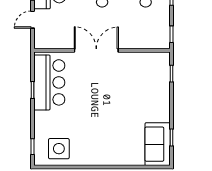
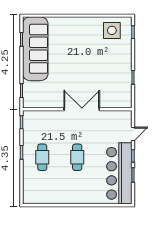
double door: (96, 50) -> (82, 109), swing flipped
bar counter: (49, 82) -> (120, 84), removed
sofa: (158, 144) -> (35, 49), width x1.85, depth x1.27

